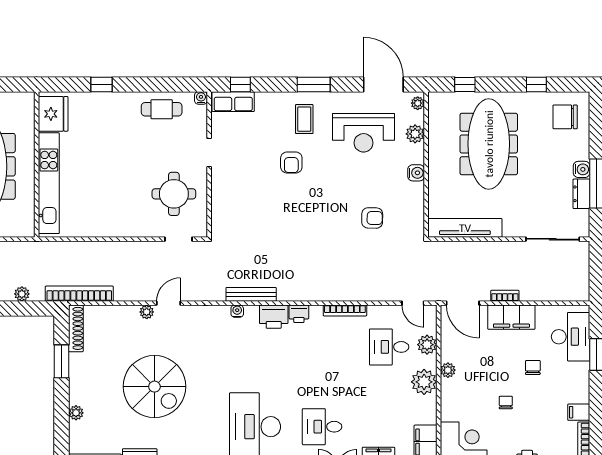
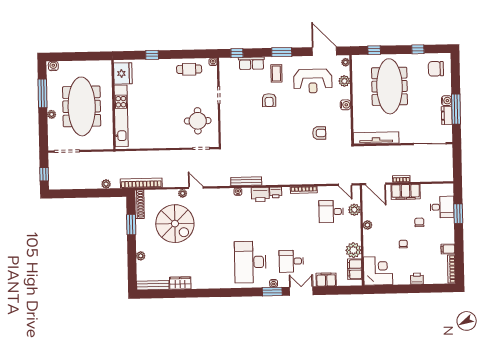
row of seats: (233, 102) -> (251, 63), moved
door: (169, 303) -> (196, 188), hinge flipped
desk: (571, 337) -> (442, 207), width x0.73
plant: (424, 382) -> (353, 250), moved
spiral stairs: (154, 387) -> (175, 224), moved

